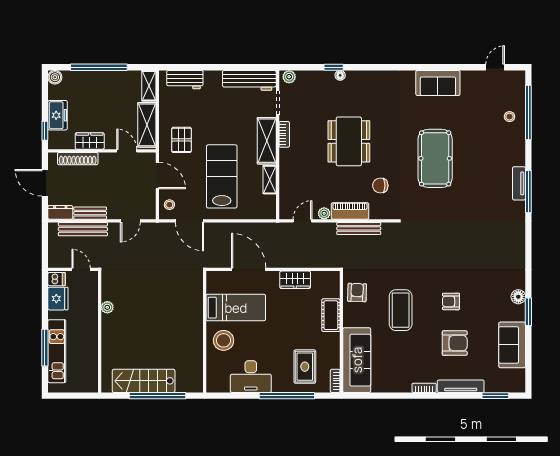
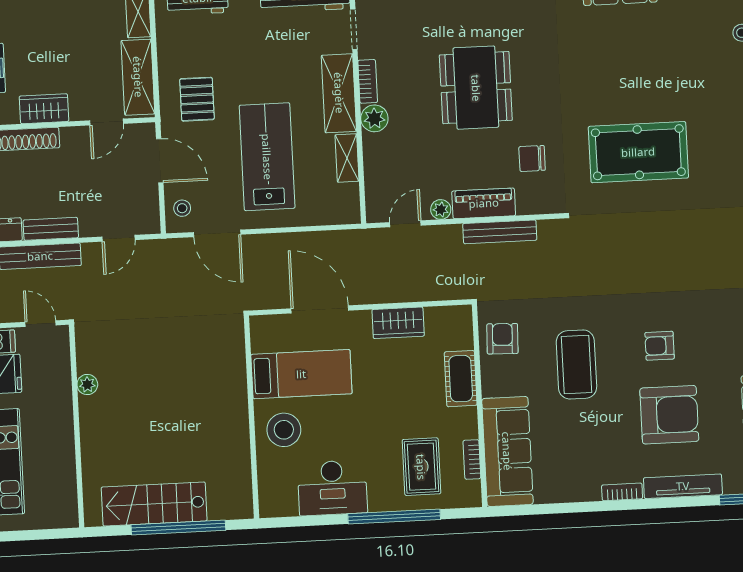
door: (127, 151) -> (107, 122), swing flipped
plant: (287, 157) -> (374, 118), added
pool table: (435, 158) -> (638, 152), moved, turned 90
armchair: (455, 343) -> (669, 415), width x1.36, depth x1.36
bookcase: (335, 381) -> (472, 459), moved

